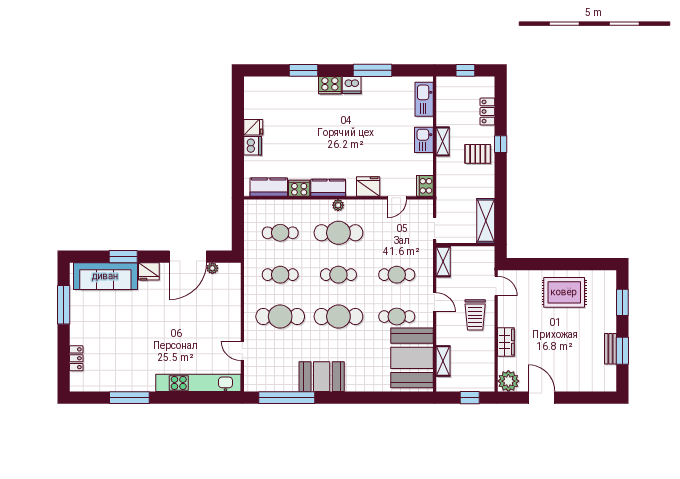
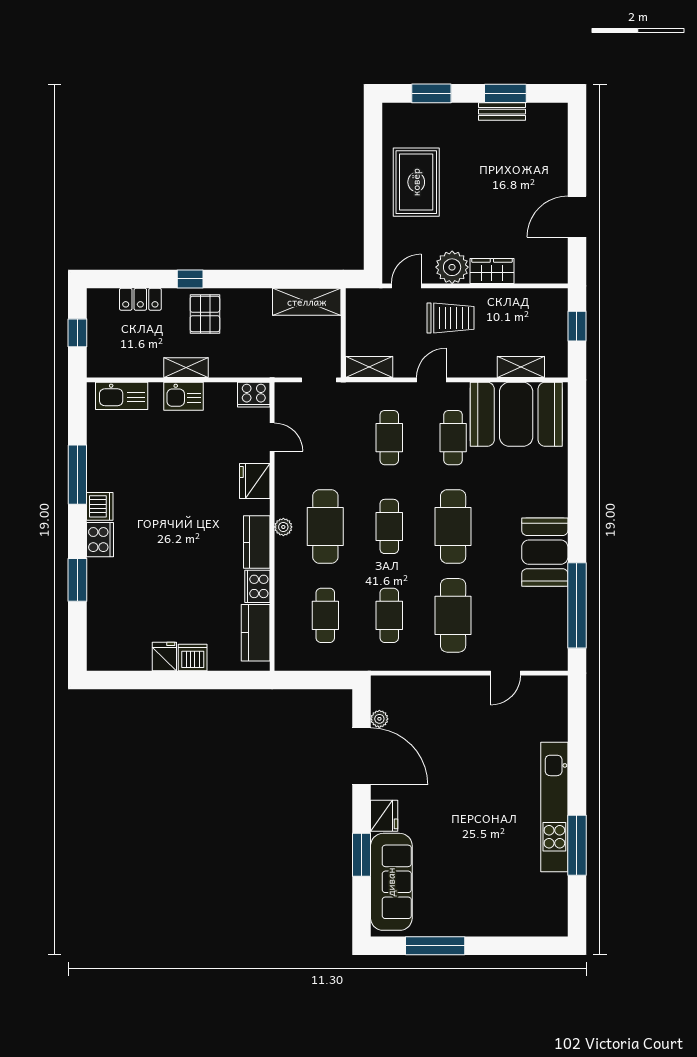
locker: (76, 358) -> (517, 926), removed
plant: (508, 381) -> (452, 267), moved
kitchen unit: (198, 383) -> (554, 807), moved

